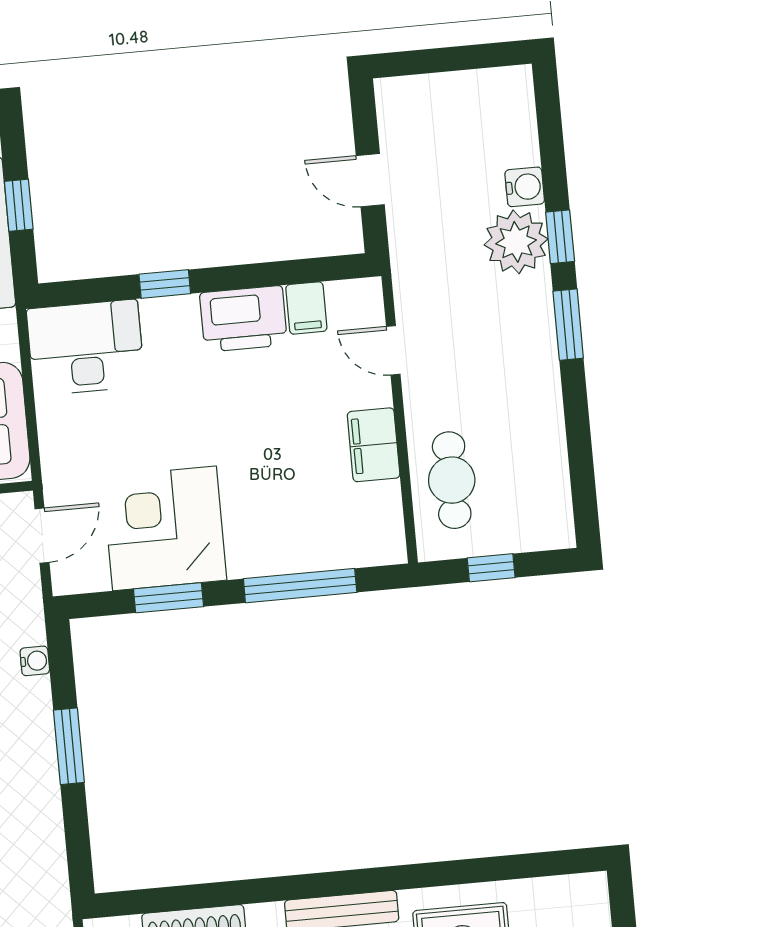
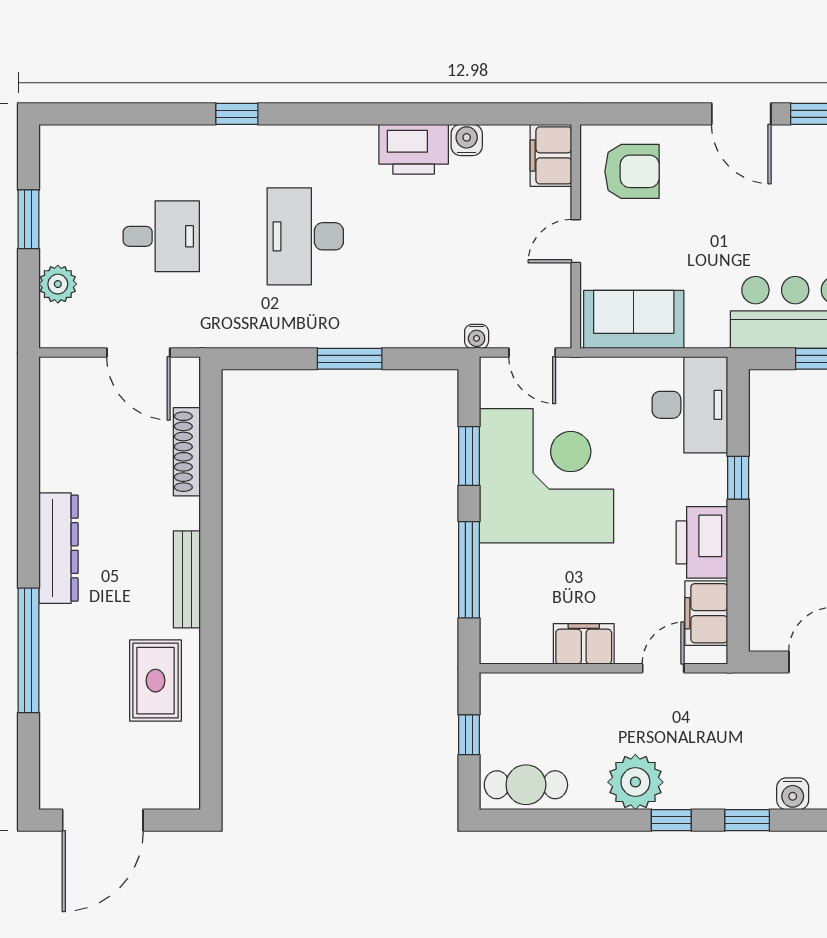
plant: (516, 242) -> (635, 782), moved
filing cabinet: (306, 308) -> (706, 613), width x2.00
window: (568, 325) -> (671, 820), width x0.67
cafe table: (452, 480) -> (526, 785), moved
corner desk: (164, 528) -> (547, 476), width x1.36, depth x1.36
water cooler: (35, 661) -> (477, 336), moved

